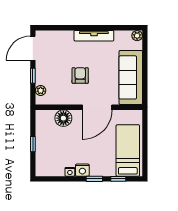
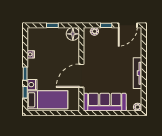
door: (33, 48) -> (128, 25), swing flipped
armchair: (80, 76) -> (106, 62), removed
door: (97, 107) -> (81, 76), hinge flipped
floor lamp: (63, 118) -> (73, 34), moved
nightstand: (82, 170) -> (32, 85), moved

